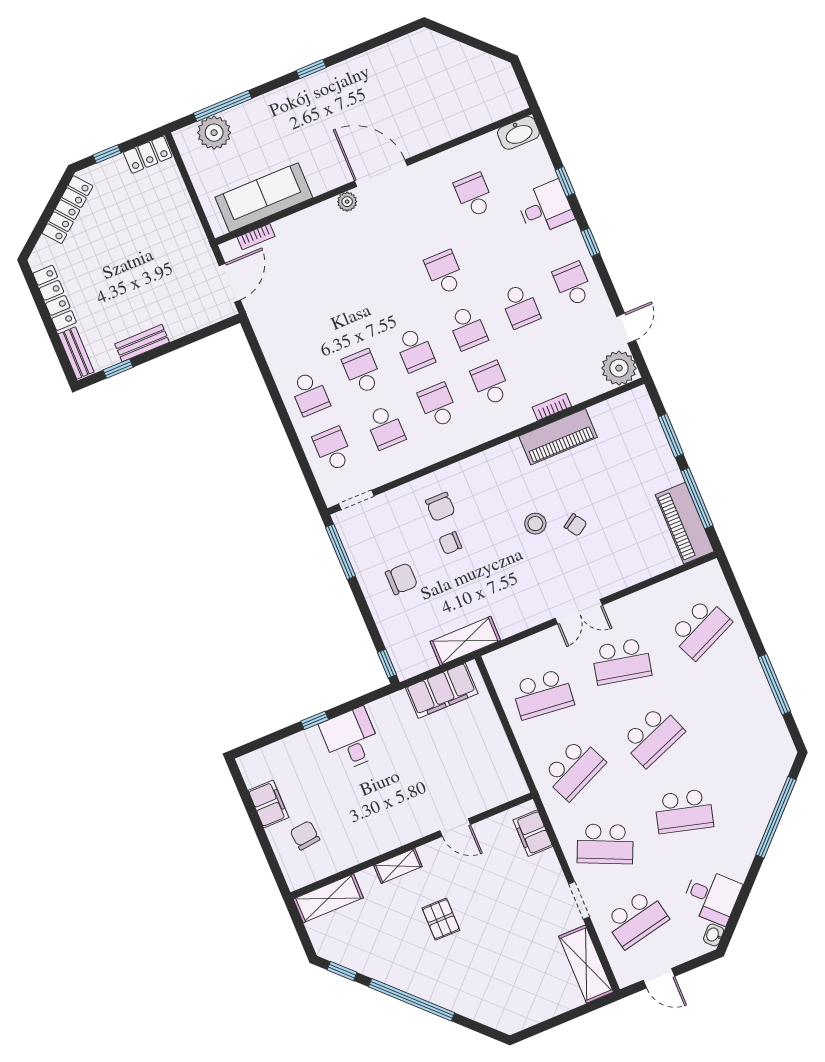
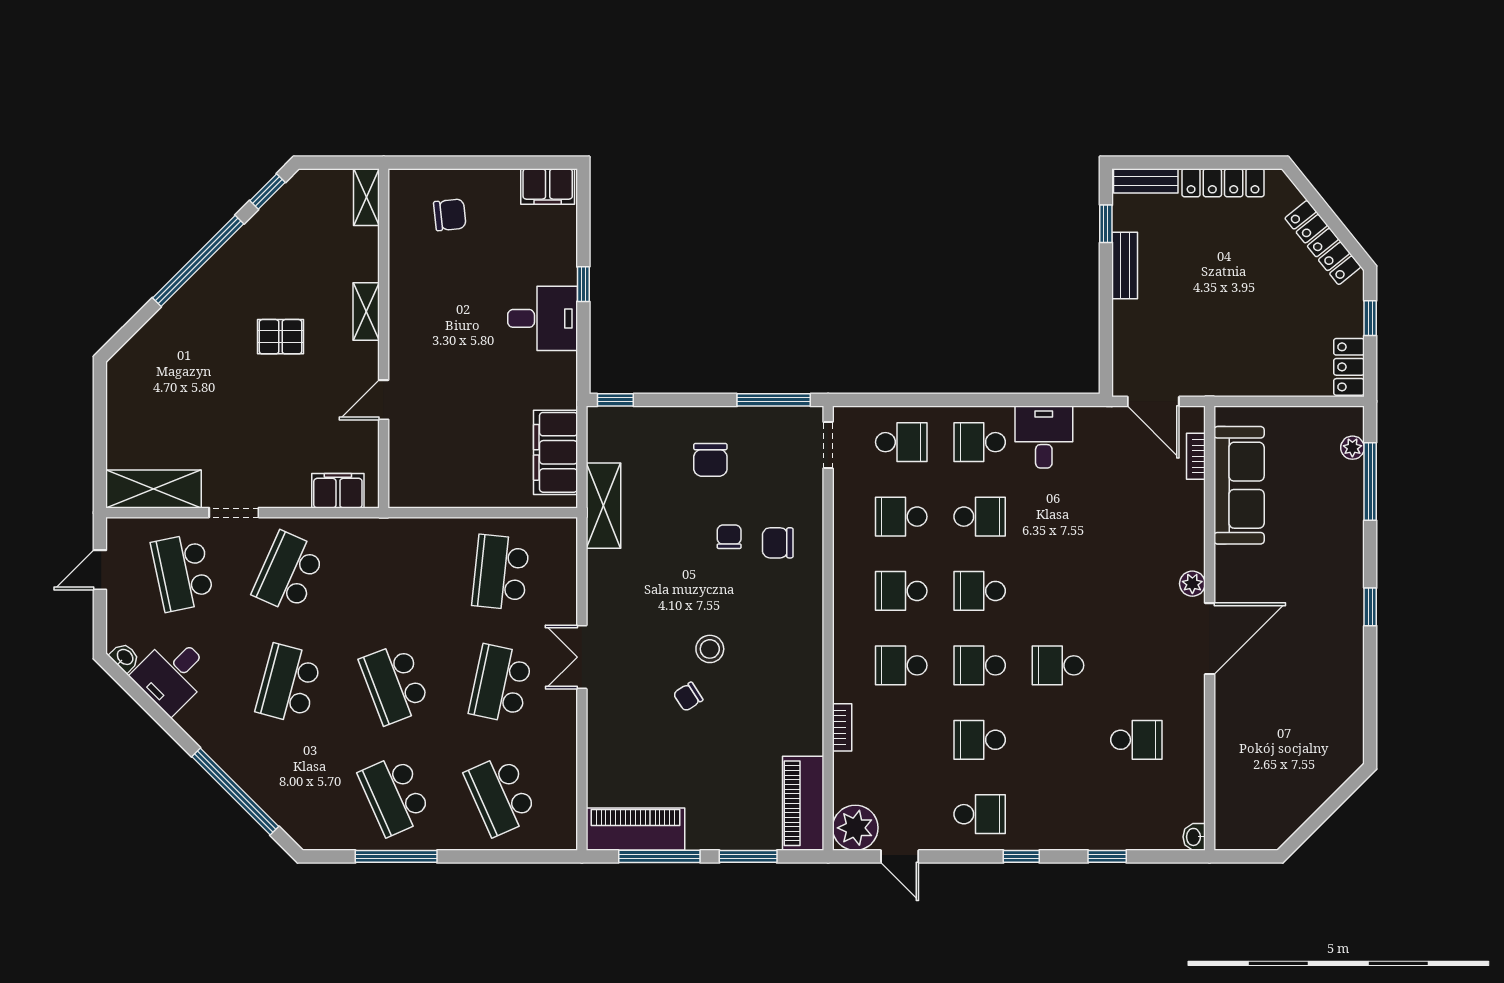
plant: (214, 133) -> (1352, 448), width x0.53, depth x0.53
washbasin: (518, 133) -> (1194, 837), width x0.52, depth x0.69
desk: (545, 208) -> (1044, 437), moved, turned 180
school desk: (444, 273) -> (1058, 665), turned 180
school desk: (491, 383) -> (901, 665), turned 180
school desk: (438, 405) -> (901, 591), turned 180
piano: (558, 437) -> (803, 803), moved
school desk: (574, 769) -> (395, 795), moved
filing cabinet: (268, 804) -> (548, 186), moved
shelving: (328, 898) -> (366, 197), width x0.67, depth x0.75

